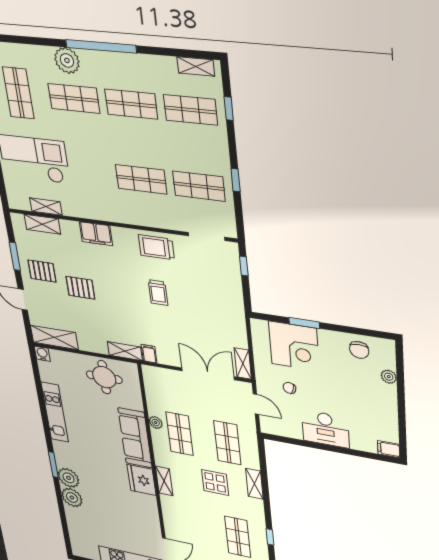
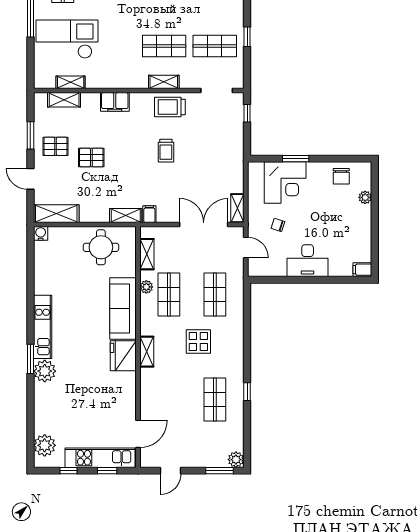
shelving: (146, 219) -> (164, 82), added
kitchen unit: (55, 412) -> (43, 327), moved
shelving: (254, 484) -> (147, 254), moved
plant: (72, 497) -> (45, 445), moved

